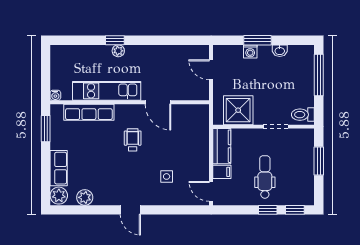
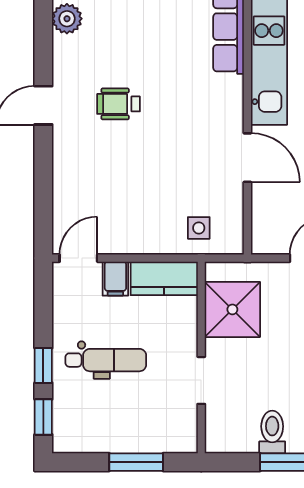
door: (158, 102) -> (247, 158), swing flipped
toilet: (303, 115) -> (272, 432), moved
wheelchair: (133, 140) -> (119, 104), moved, turned 180
side table: (167, 176) -> (199, 228), moved

